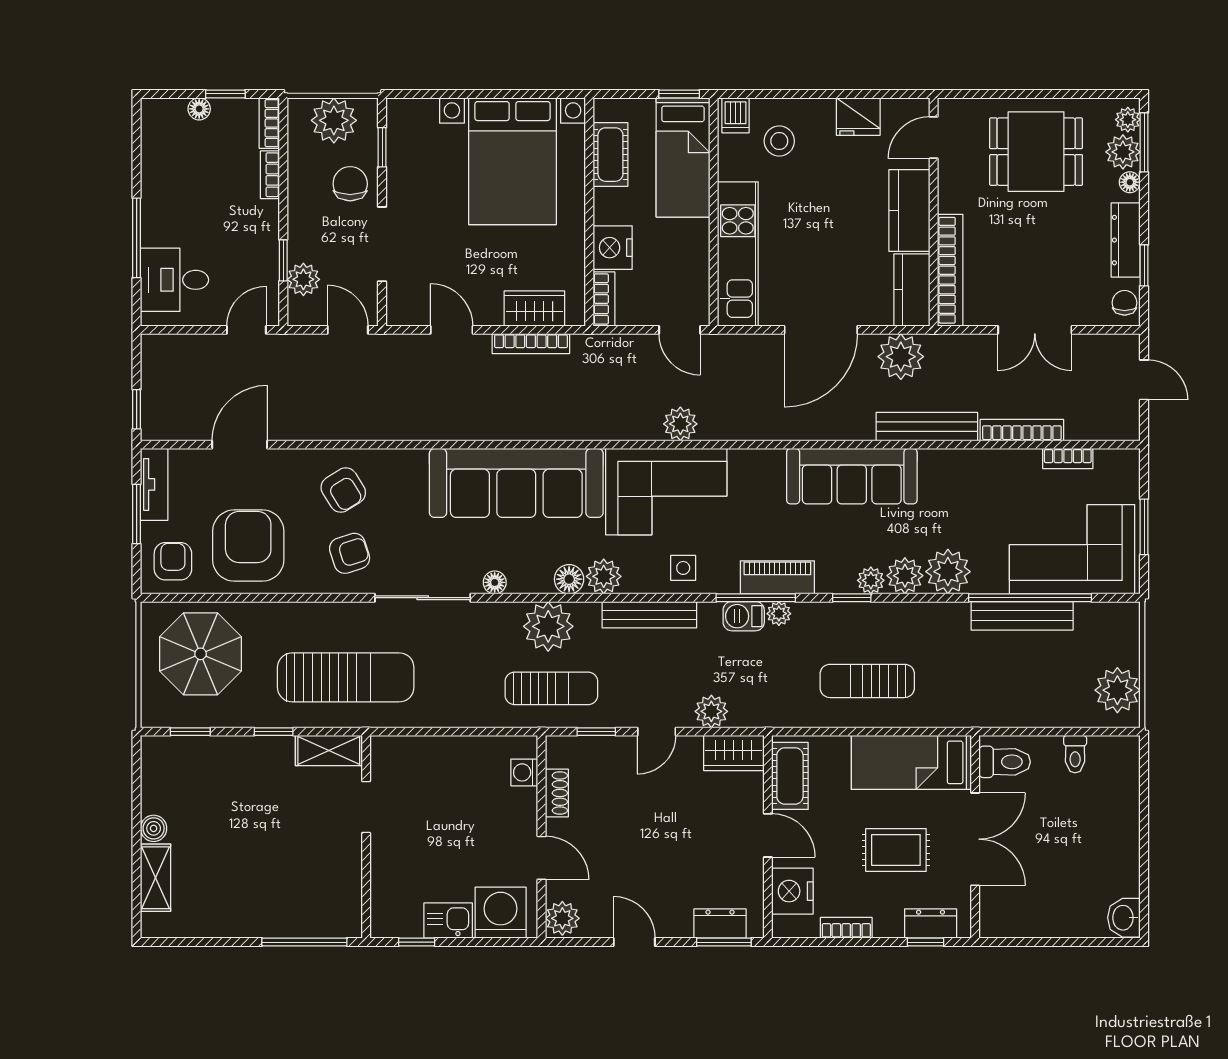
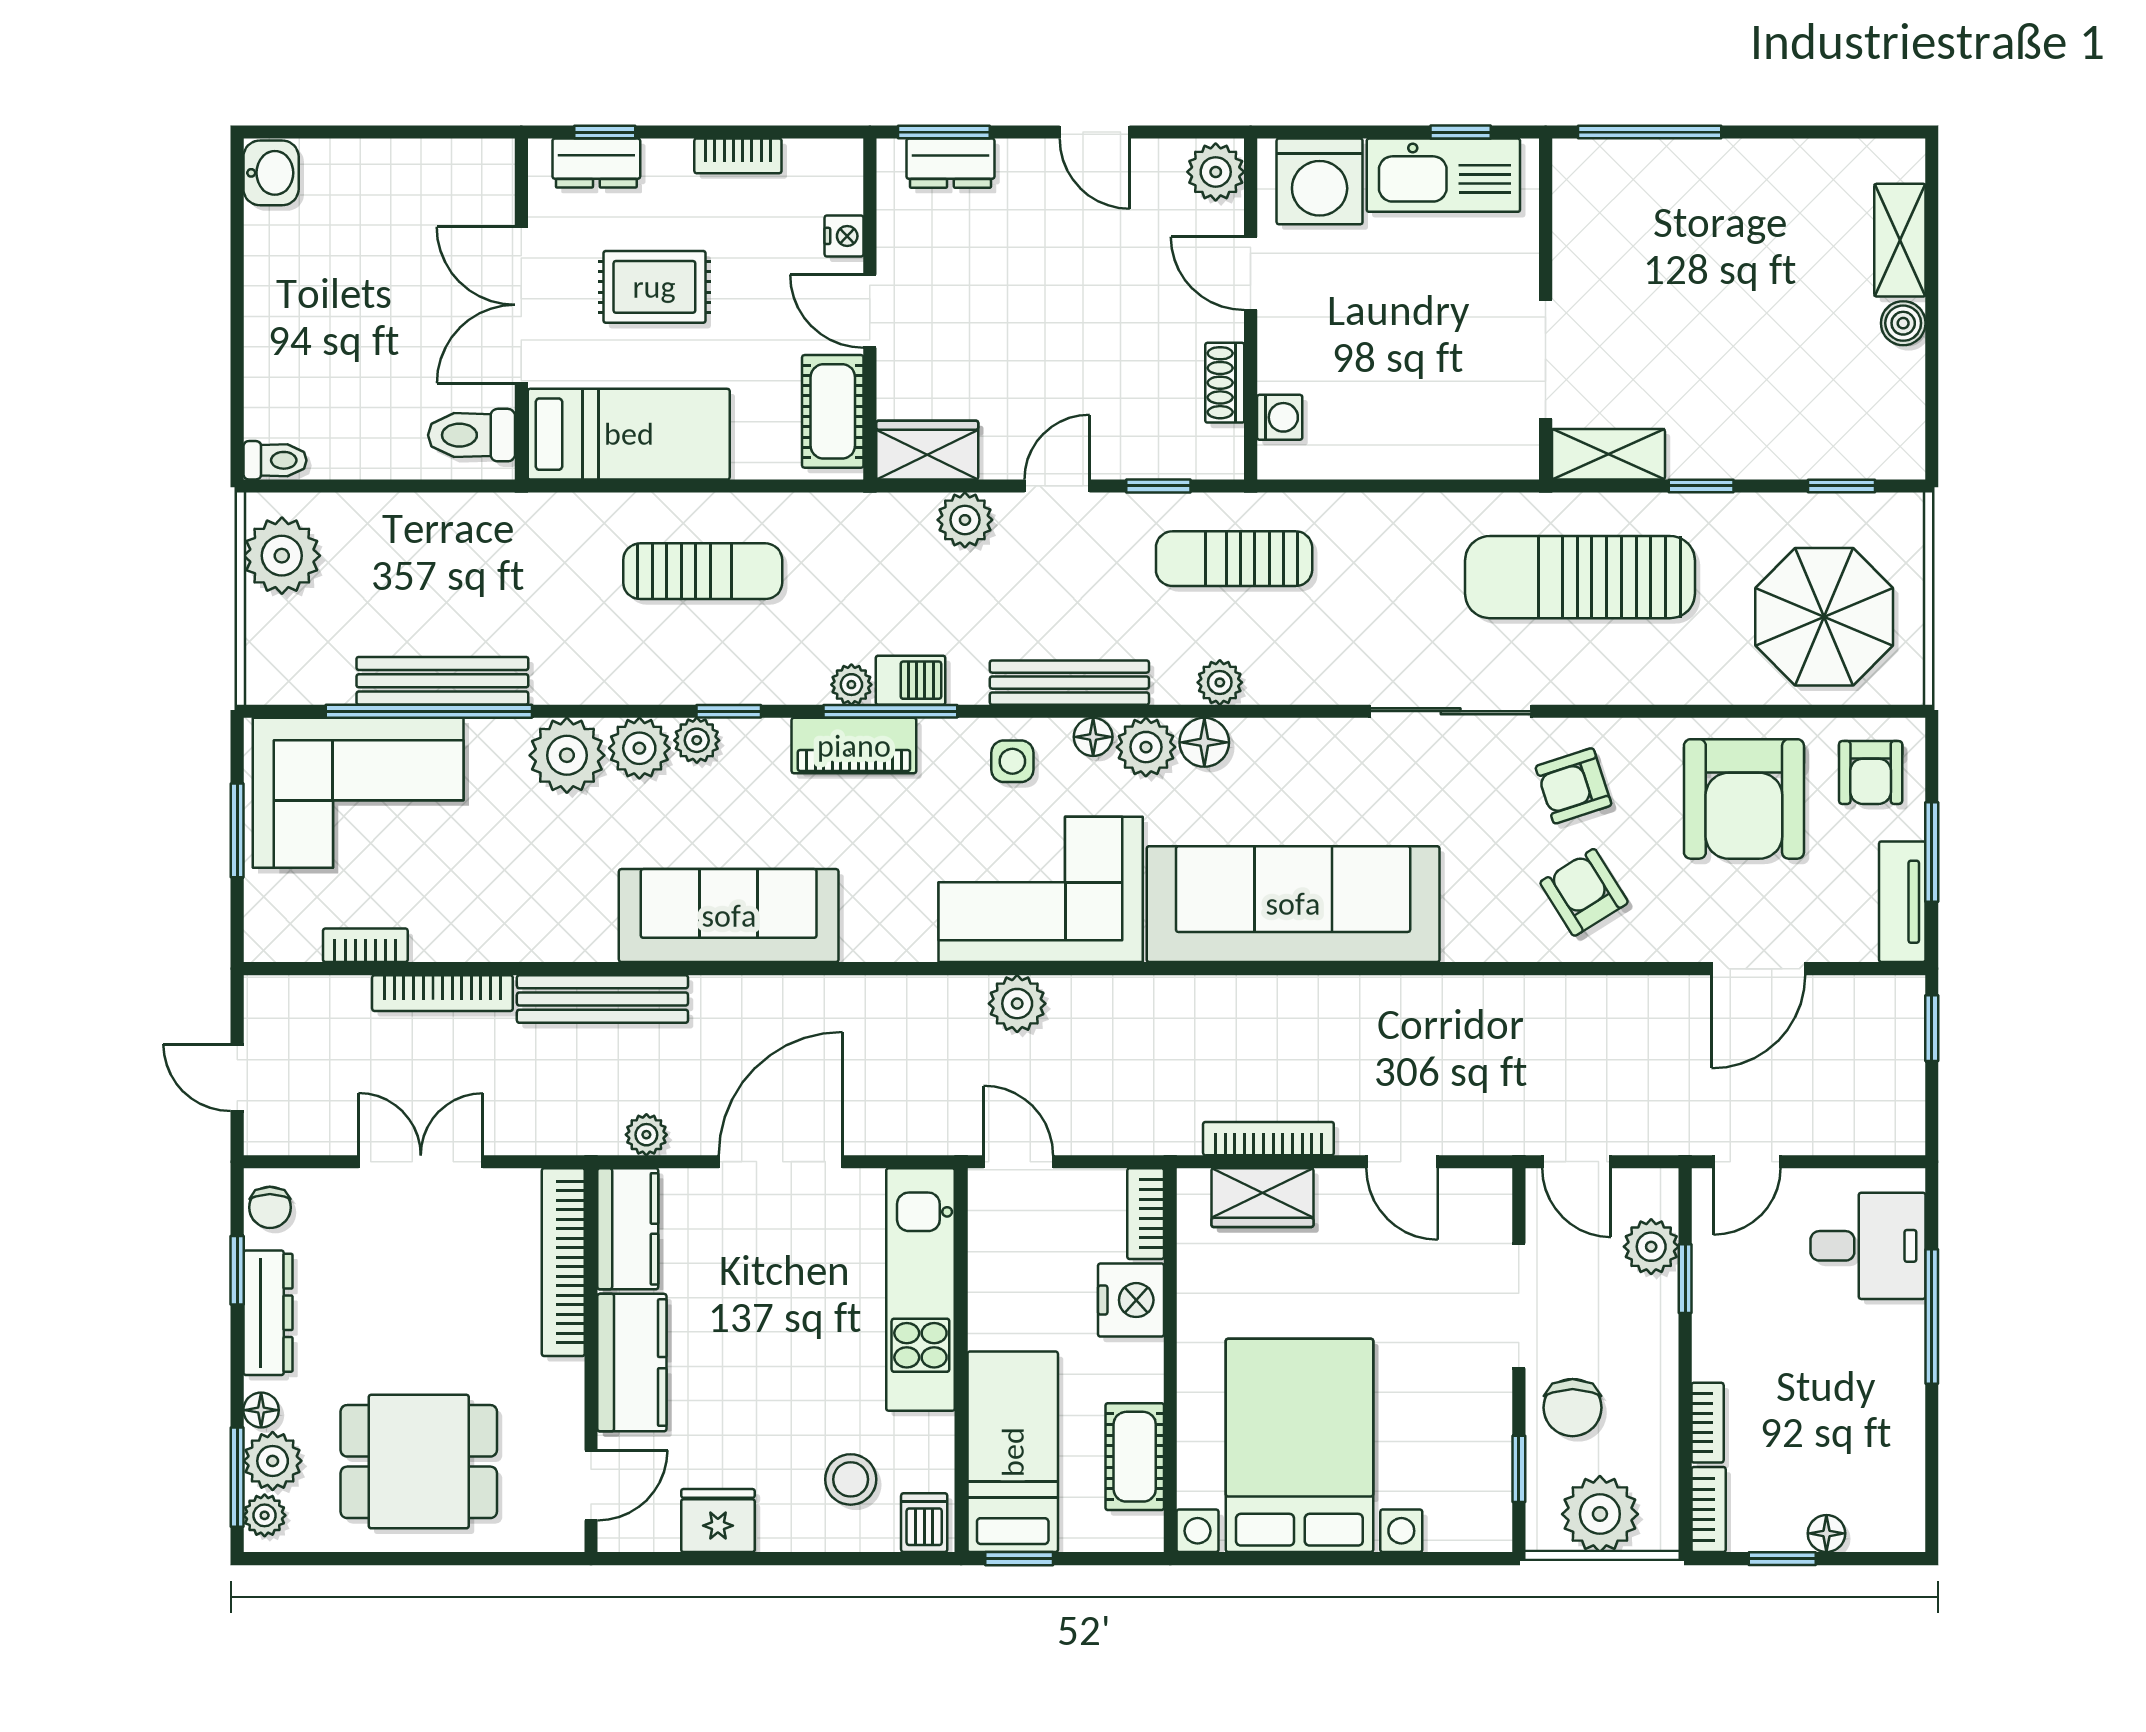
plant: (901, 357) -> (646, 1135), width x0.53, depth x0.53
floor lamp: (495, 582) -> (1093, 737), moved
plant: (548, 626) -> (1220, 682), width x0.53, depth x0.53
toilet: (1075, 754) -> (275, 460), moved, turned 90
doorway: (366, 807) -> (1546, 359), width x1.38
nightstand: (792, 891) -> (844, 236), width x0.53, depth x0.56
kitchen sink: (448, 921) -> (1443, 175), width x1.87, depth x1.24

